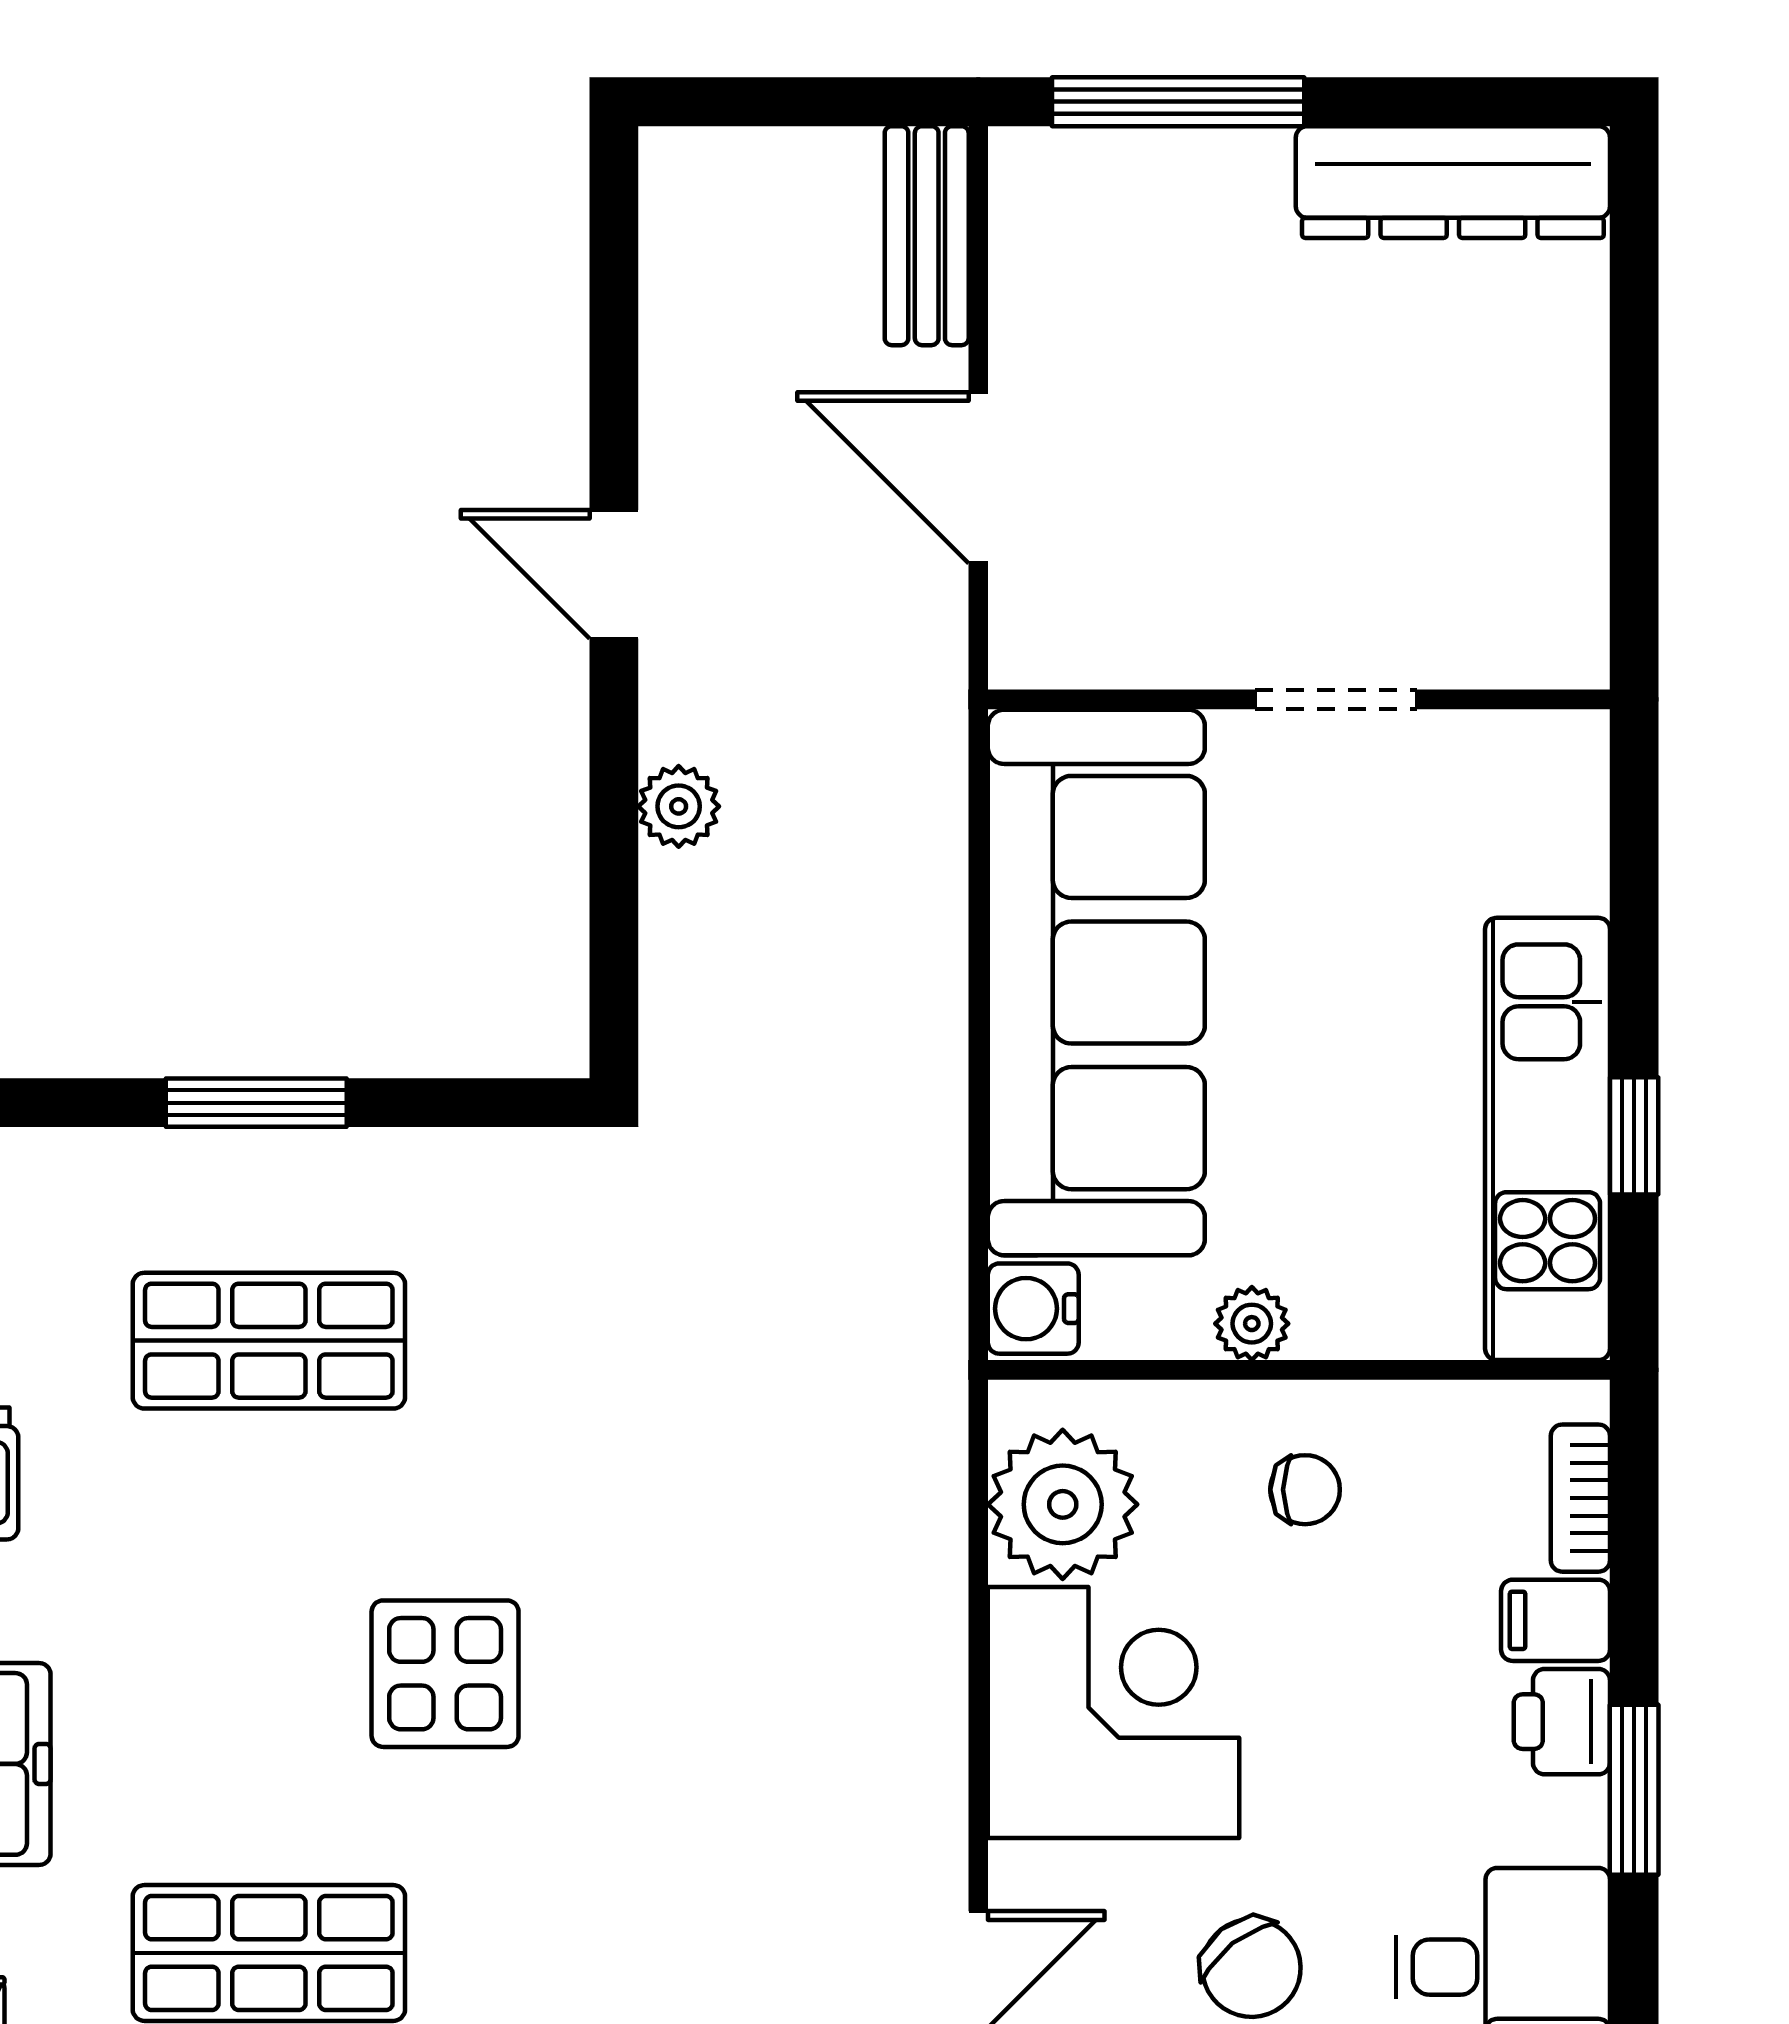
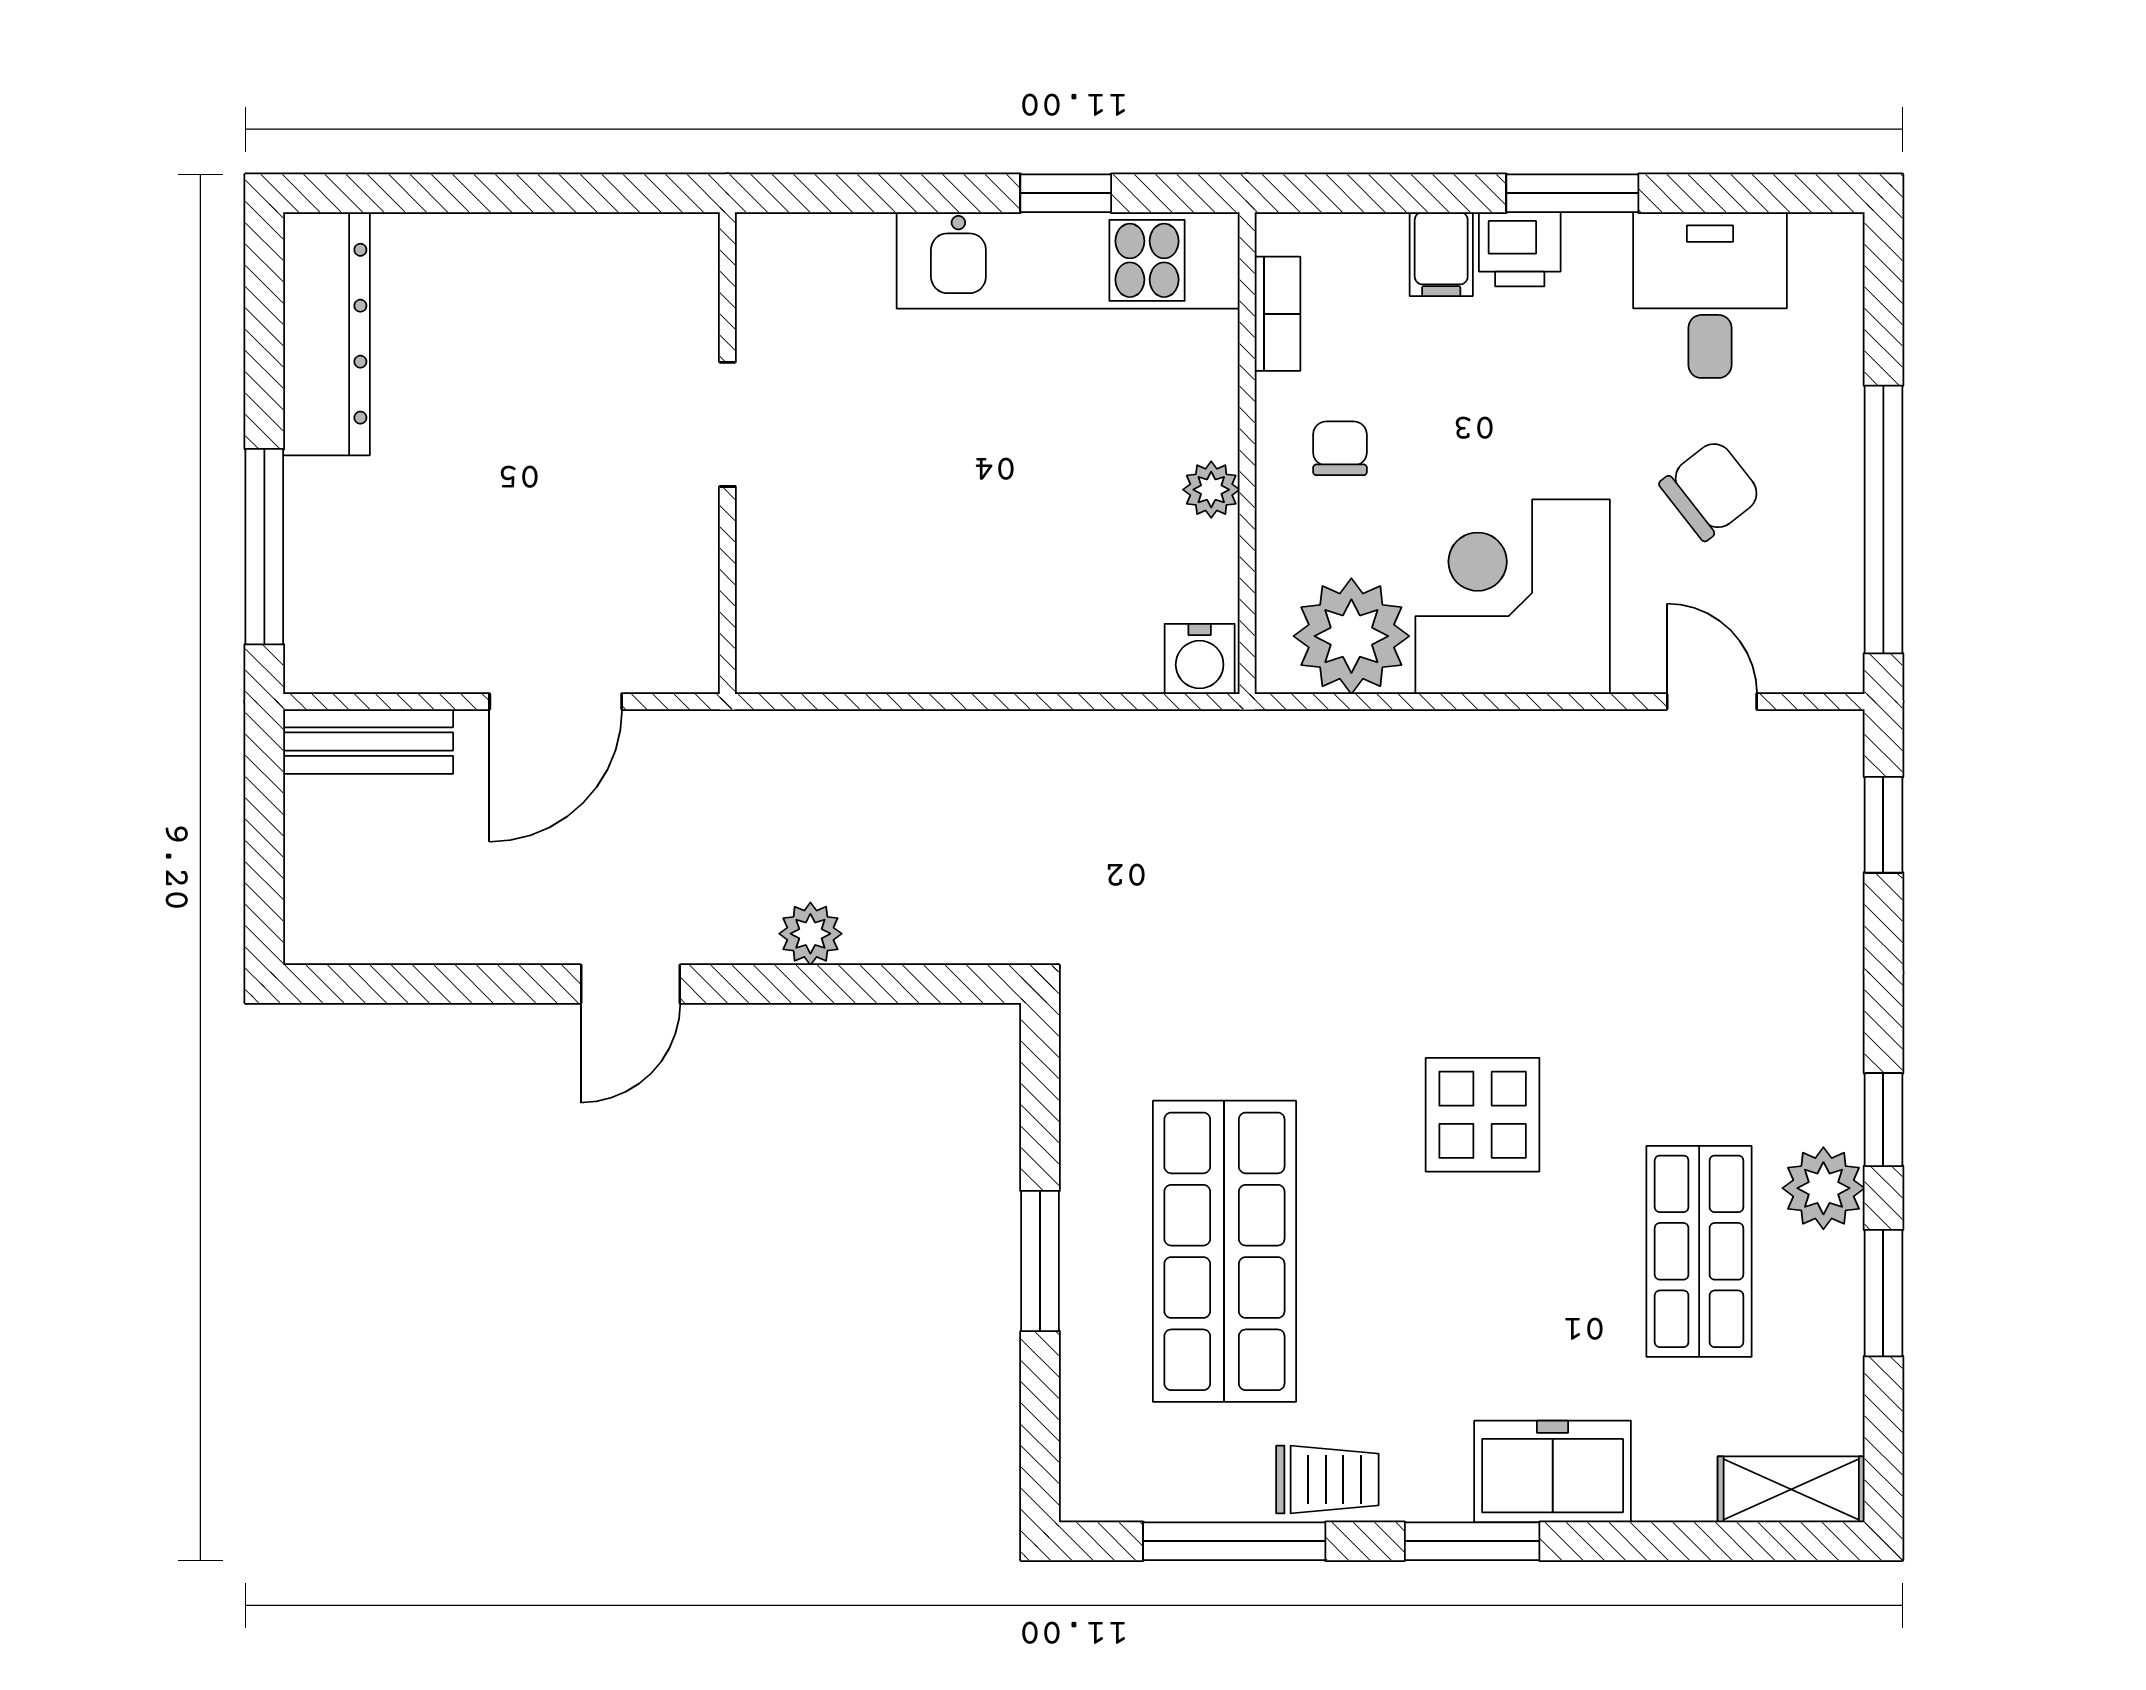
sofa: (1096, 983) -> (947, 610), removed
shop shelf: (269, 1341) -> (1224, 1251), width x1.43, depth x1.36
bookcase: (1580, 1498) -> (1277, 314), moved, turned -90

